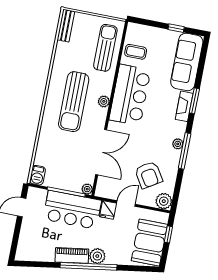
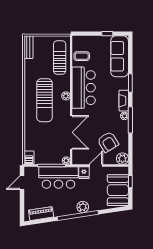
fireplace: (184, 106) -> (124, 101), moved
piano: (72, 255) -> (41, 214), moved

